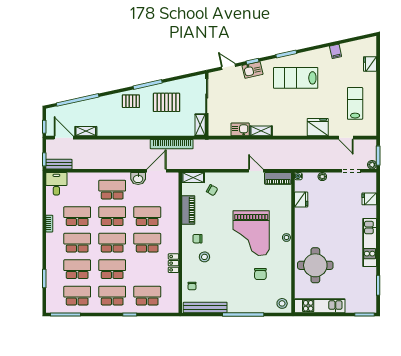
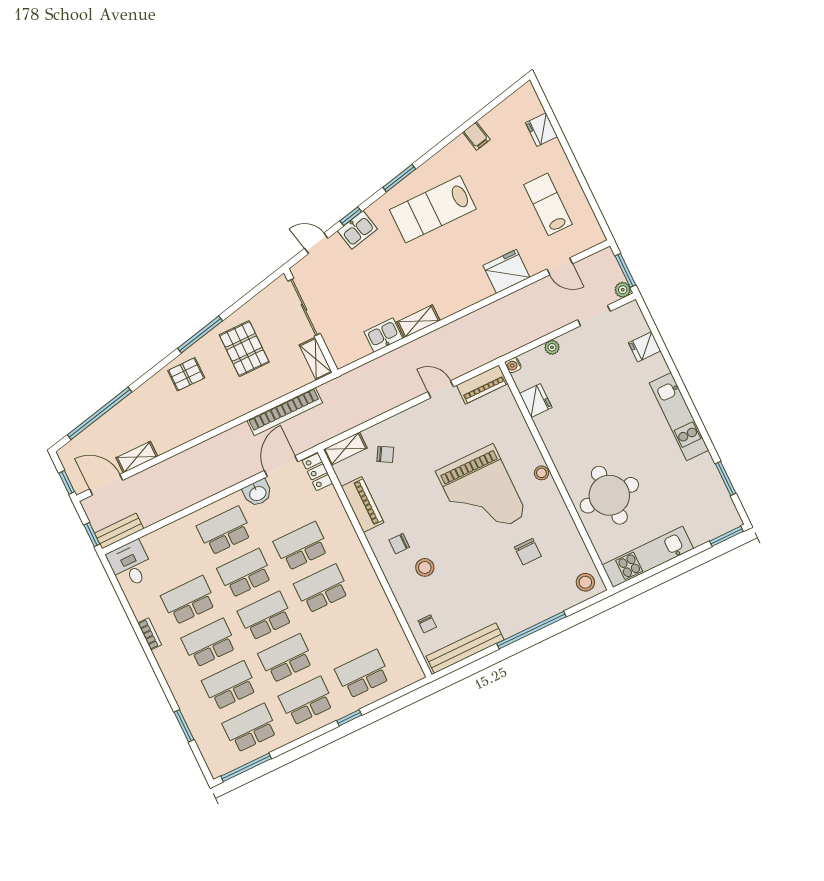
pallet: (166, 102) -> (244, 349), turned 90
locker: (173, 263) -> (317, 472), moved

